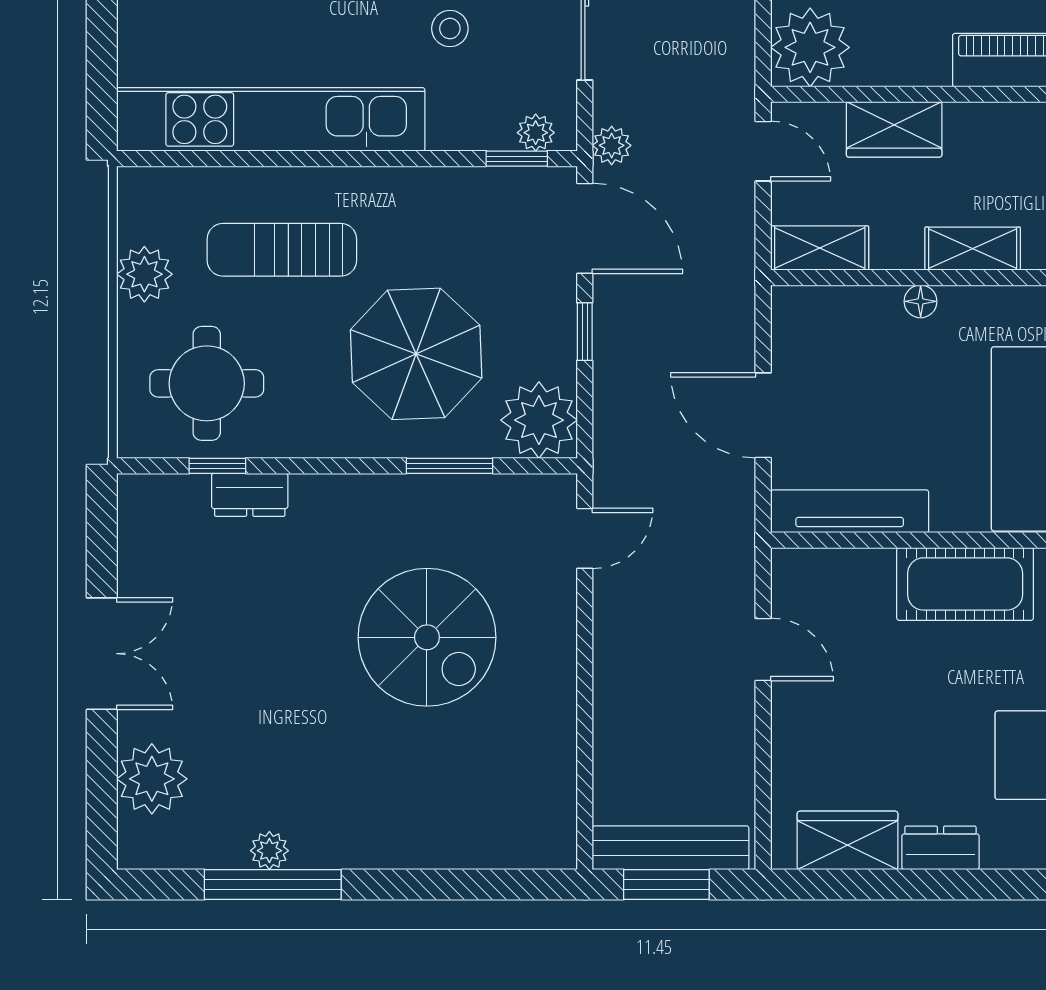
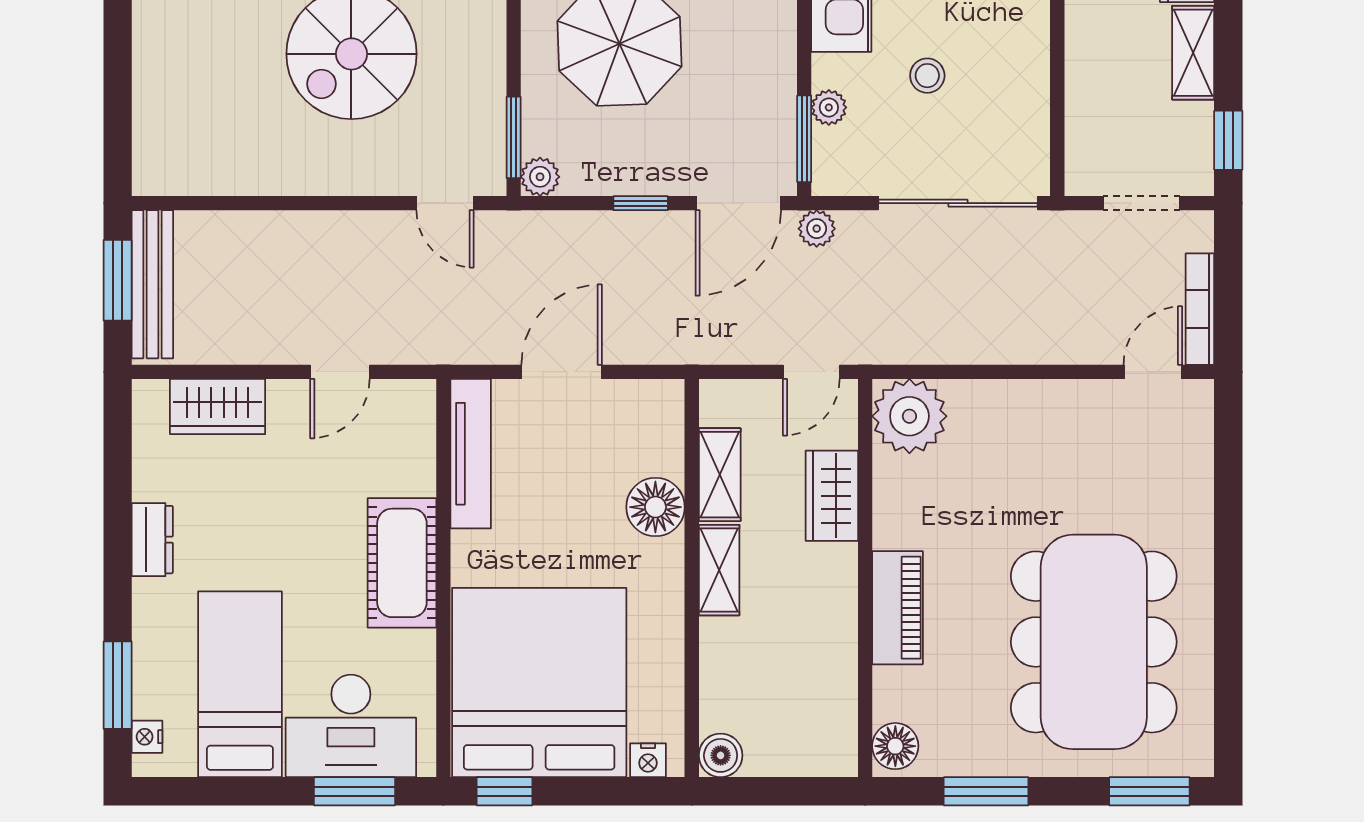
plant: (536, 133) -> (829, 107), moved
window: (517, 159) -> (804, 139), width x1.50
shelving: (820, 248) -> (720, 475), moved
floor lamp: (921, 301) -> (655, 507), width x1.89, depth x1.89
plant: (539, 420) -> (540, 177), width x0.53, depth x0.53
window: (449, 466) -> (514, 137), moved
wardrobe: (847, 840) -> (218, 407), moved, turned 90

